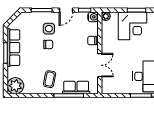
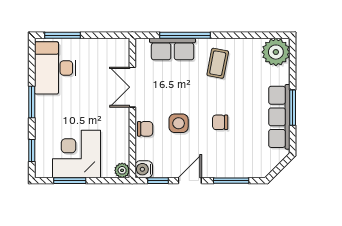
side table: (49, 29) -> (179, 123), moved

